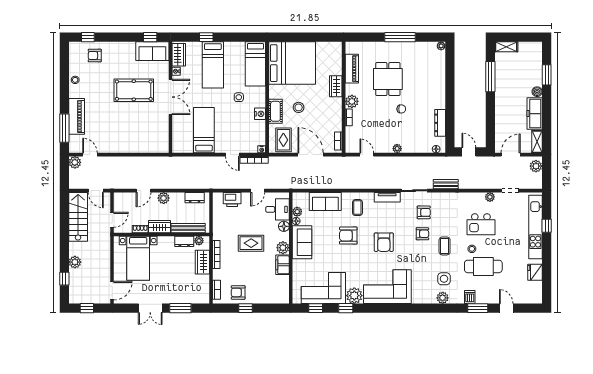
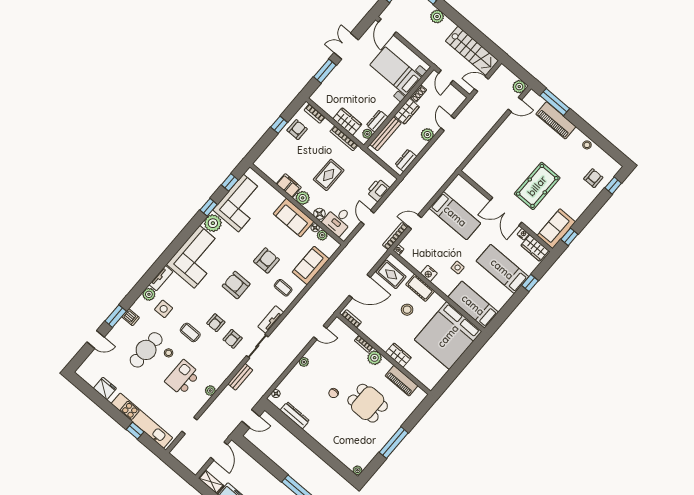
plant: (536, 166) -> (192, 464), removed
plant: (490, 197) -> (210, 391), moved
tv unit: (424, 299) -> (161, 278), added

